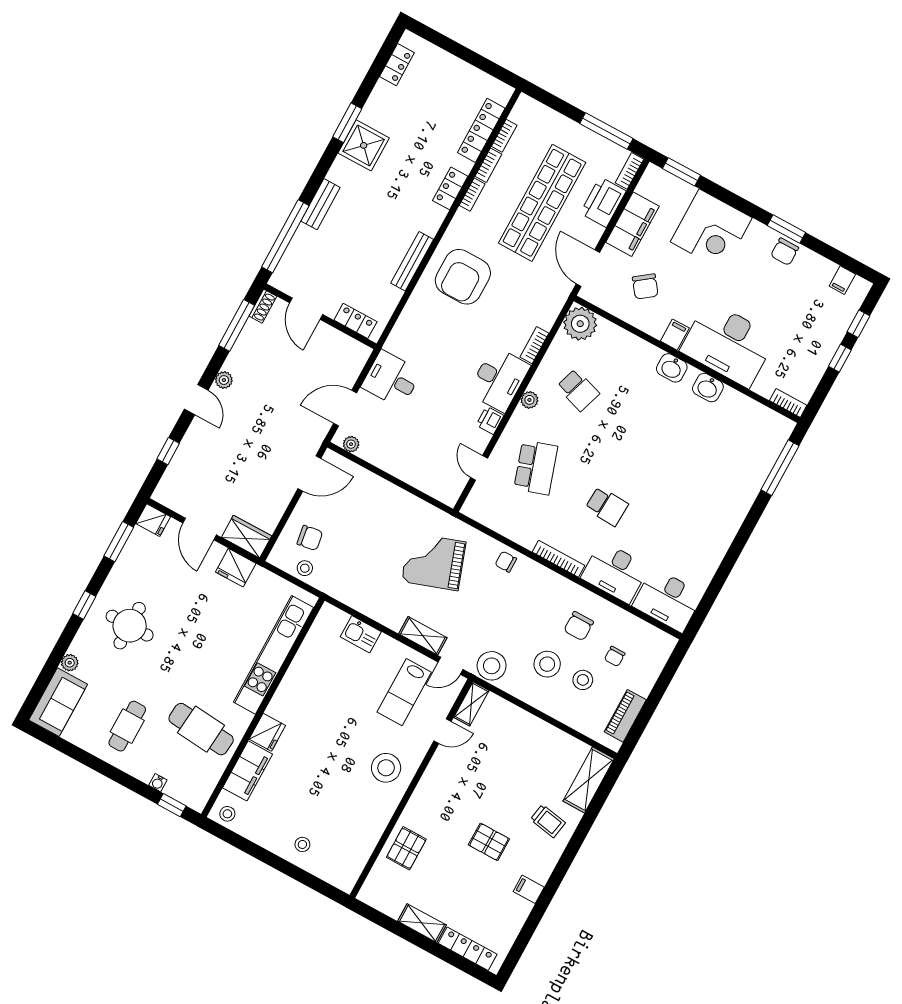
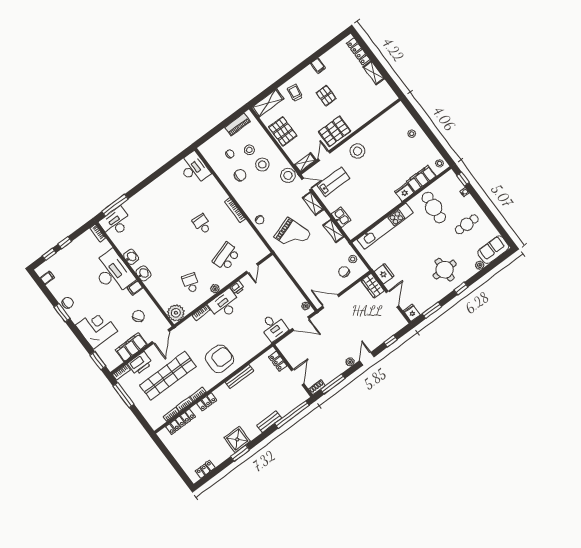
desk: (615, 572) -> (116, 222), moved, turned -90
shelving: (363, 603) -> (333, 231), added
door: (443, 731) -> (324, 156), hinge flipped
pallet: (538, 741) -> (283, 131), added
pallet: (406, 848) -> (335, 131), moved, width x1.50, depth x1.42

